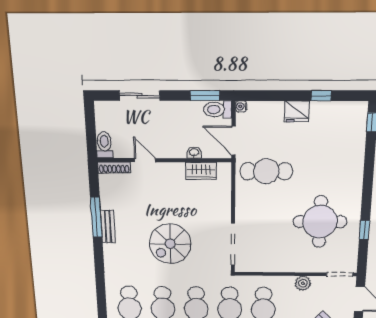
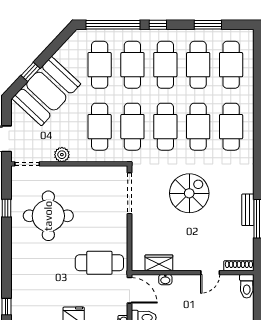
door: (145, 160) -> (210, 273), hinge flipped

